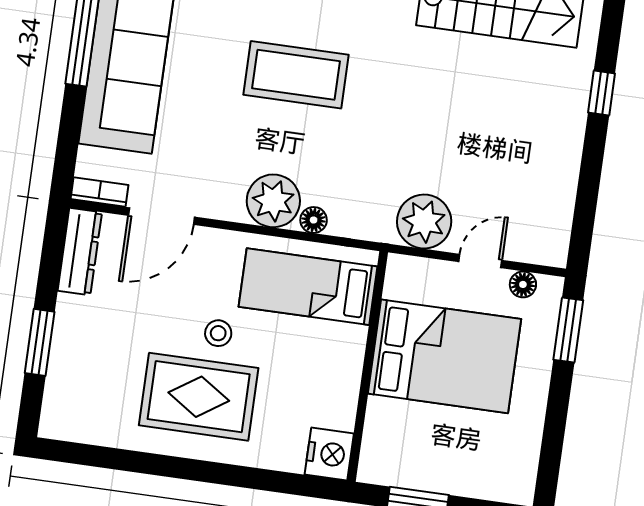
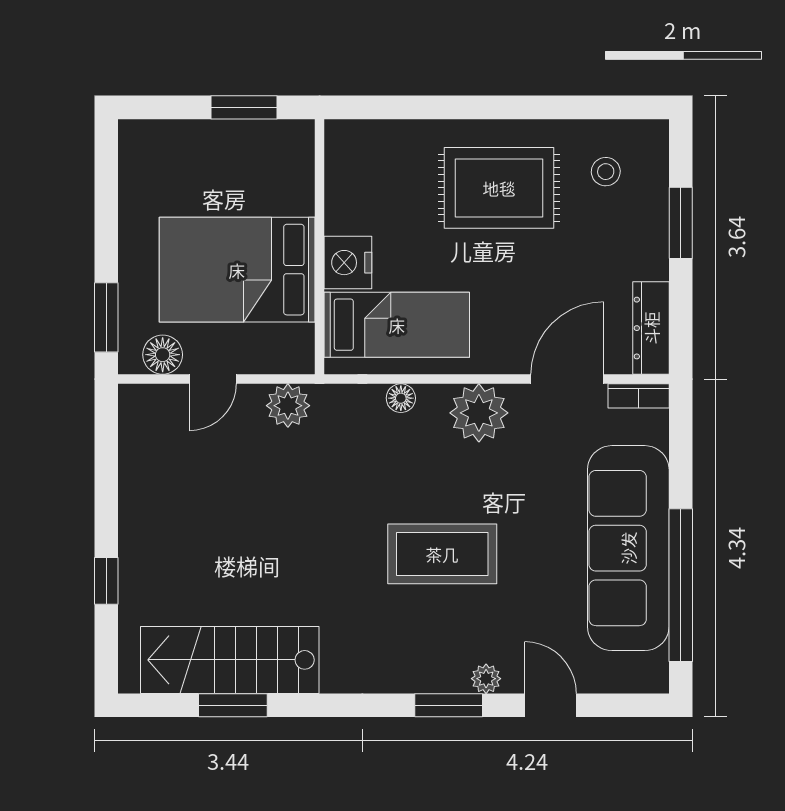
plant: (273, 201) -> (479, 413), moved
plant: (424, 222) -> (288, 406), width x0.73, depth x0.73
floor lamp: (523, 284) -> (163, 355), width x1.37, depth x1.37
stool: (218, 333) -> (606, 172), moved
nightstand: (329, 454) -> (348, 263), moved

